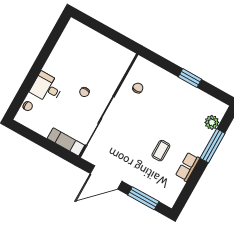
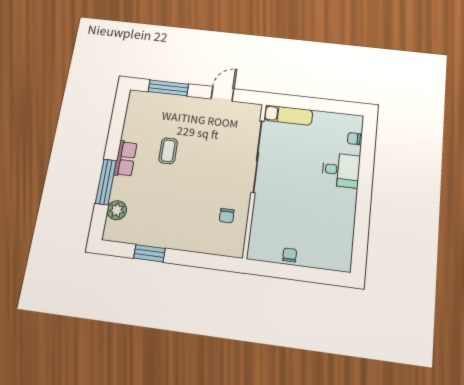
window: (190, 78) -> (149, 253), moved
chair: (84, 92) -> (290, 255), moved
row of seats: (188, 167) -> (126, 159), moved
door: (106, 177) -> (222, 94), width x0.53

